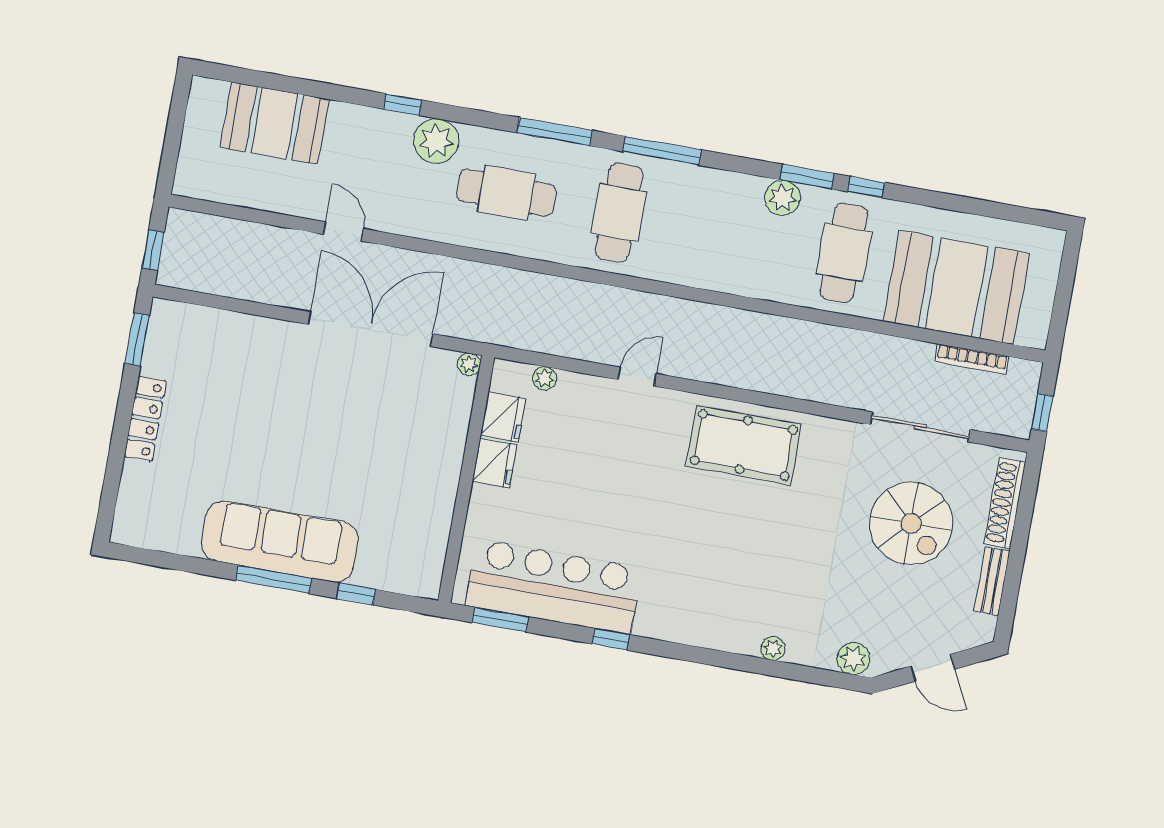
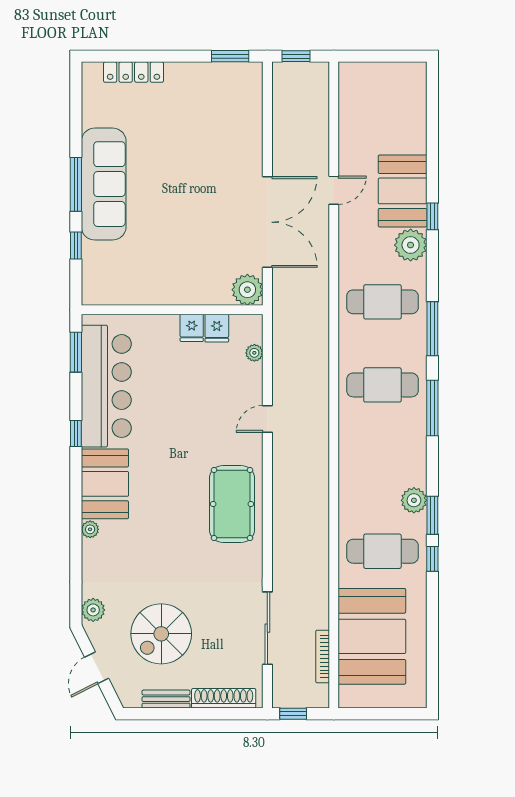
booth: (275, 123) -> (403, 191), moved
cafe table: (506, 193) -> (382, 302), turned 90
plant: (469, 364) -> (247, 290), width x1.87, depth x1.87
door: (637, 377) -> (267, 419), swing flipped
fridge: (503, 417) -> (217, 328), width x0.72
locker: (145, 419) -> (133, 72), moved
fridge: (494, 463) -> (192, 328), width x0.72
spiral stairs: (911, 523) -> (161, 634), moved
booth: (686, 612) -> (105, 484), added
plant: (773, 648) -> (90, 529), moved

